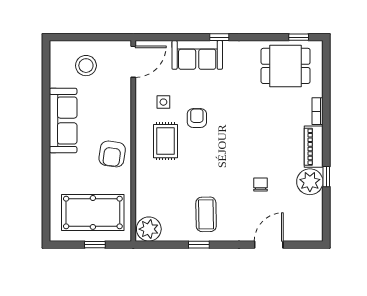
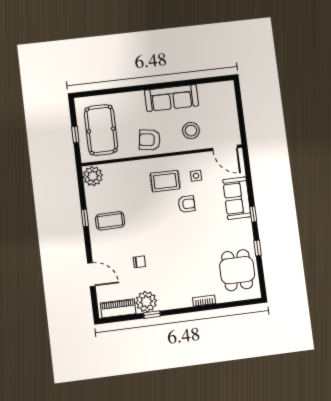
window: (299, 37) -> (258, 248), moved
stool: (86, 66) -> (191, 131), moved
piano: (314, 147) -> (118, 308), moved

